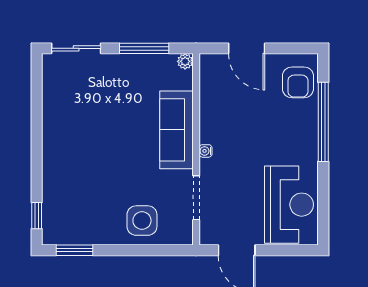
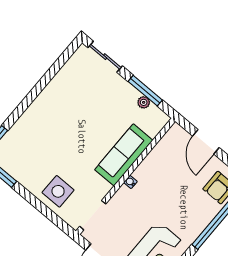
plant: (185, 61) -> (144, 102), moved
doorway: (196, 198) -> (93, 215), moved

